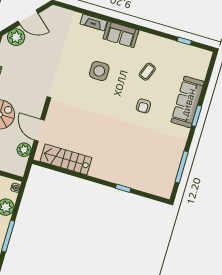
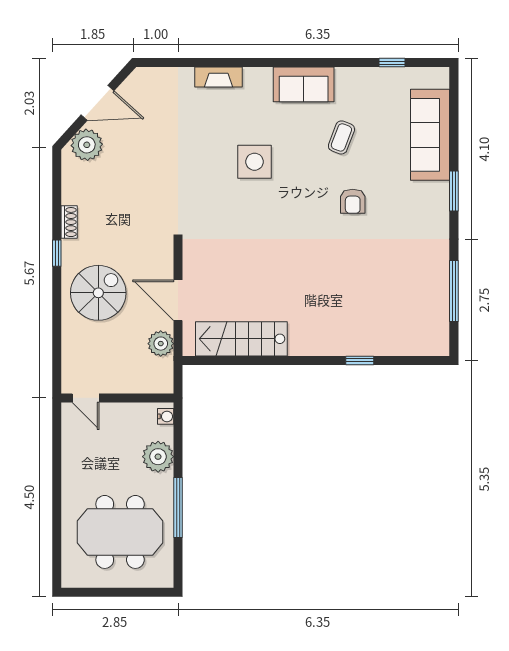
sofa: (121, 34) -> (304, 84), moved
sofa: (188, 102) -> (430, 135), moved

